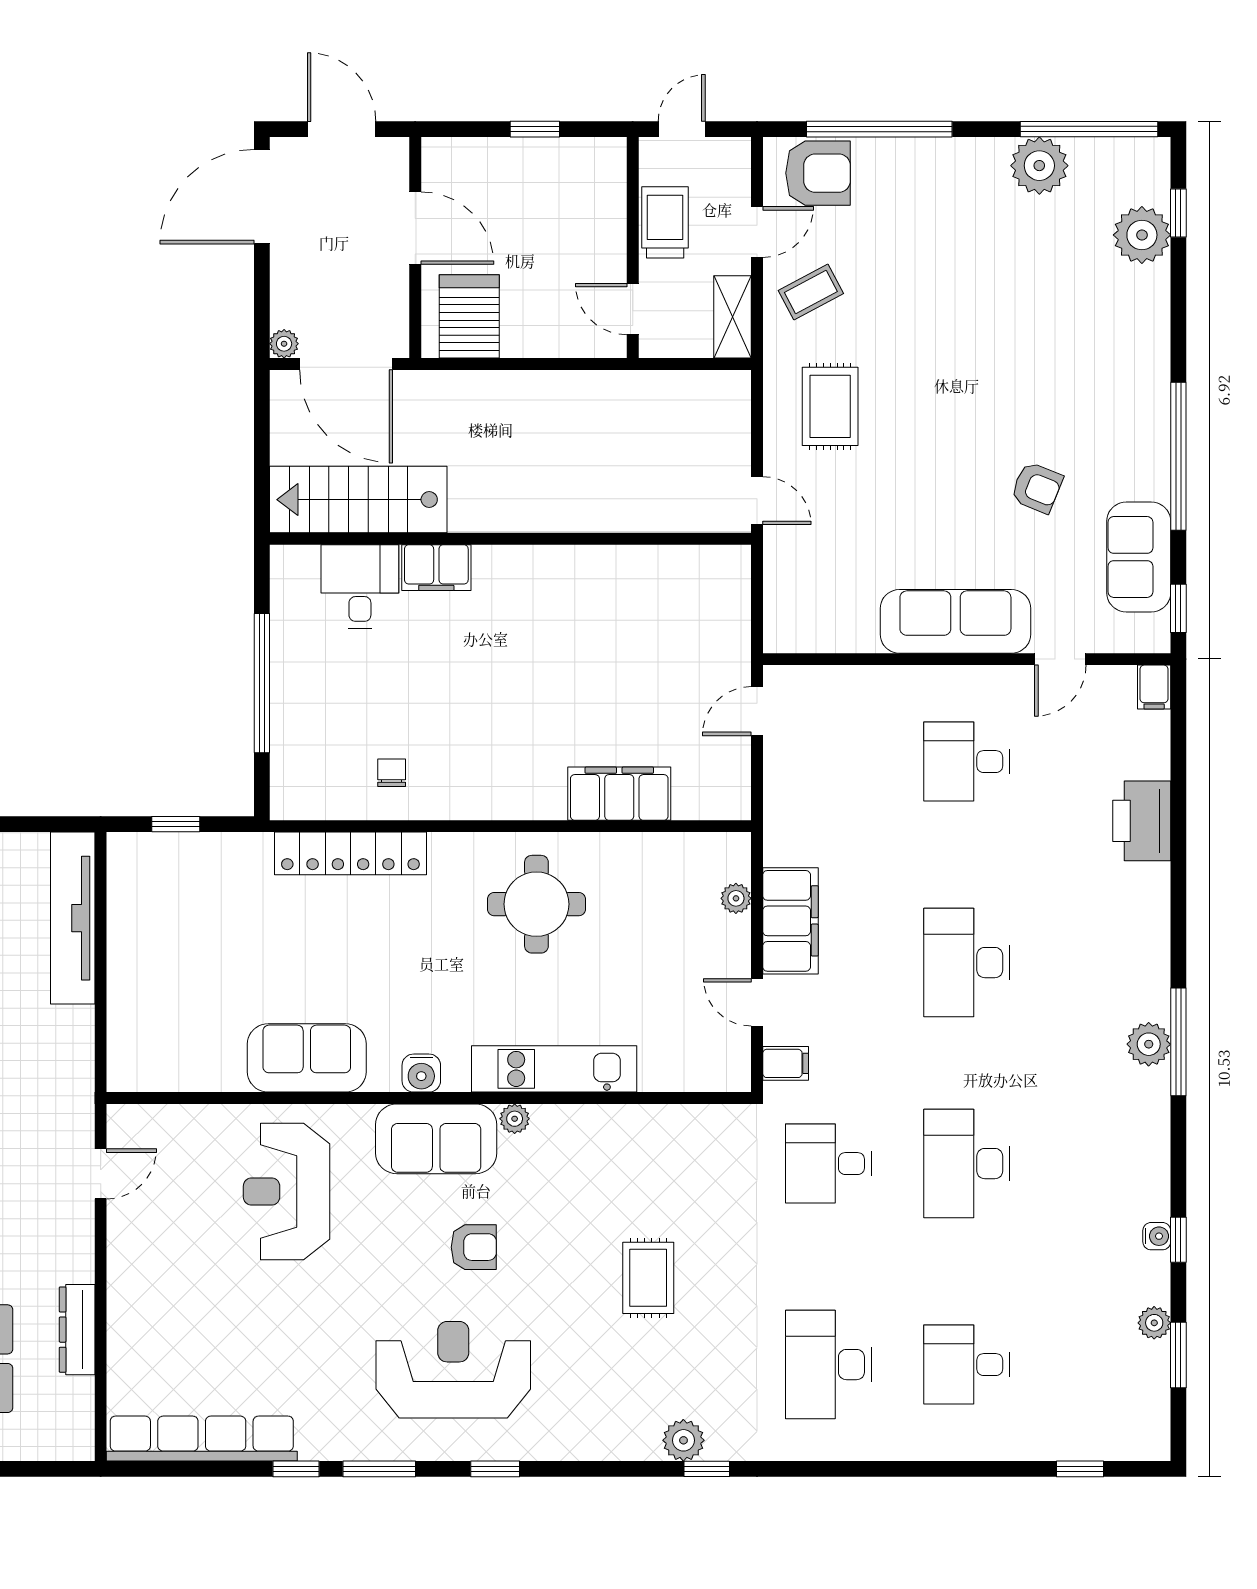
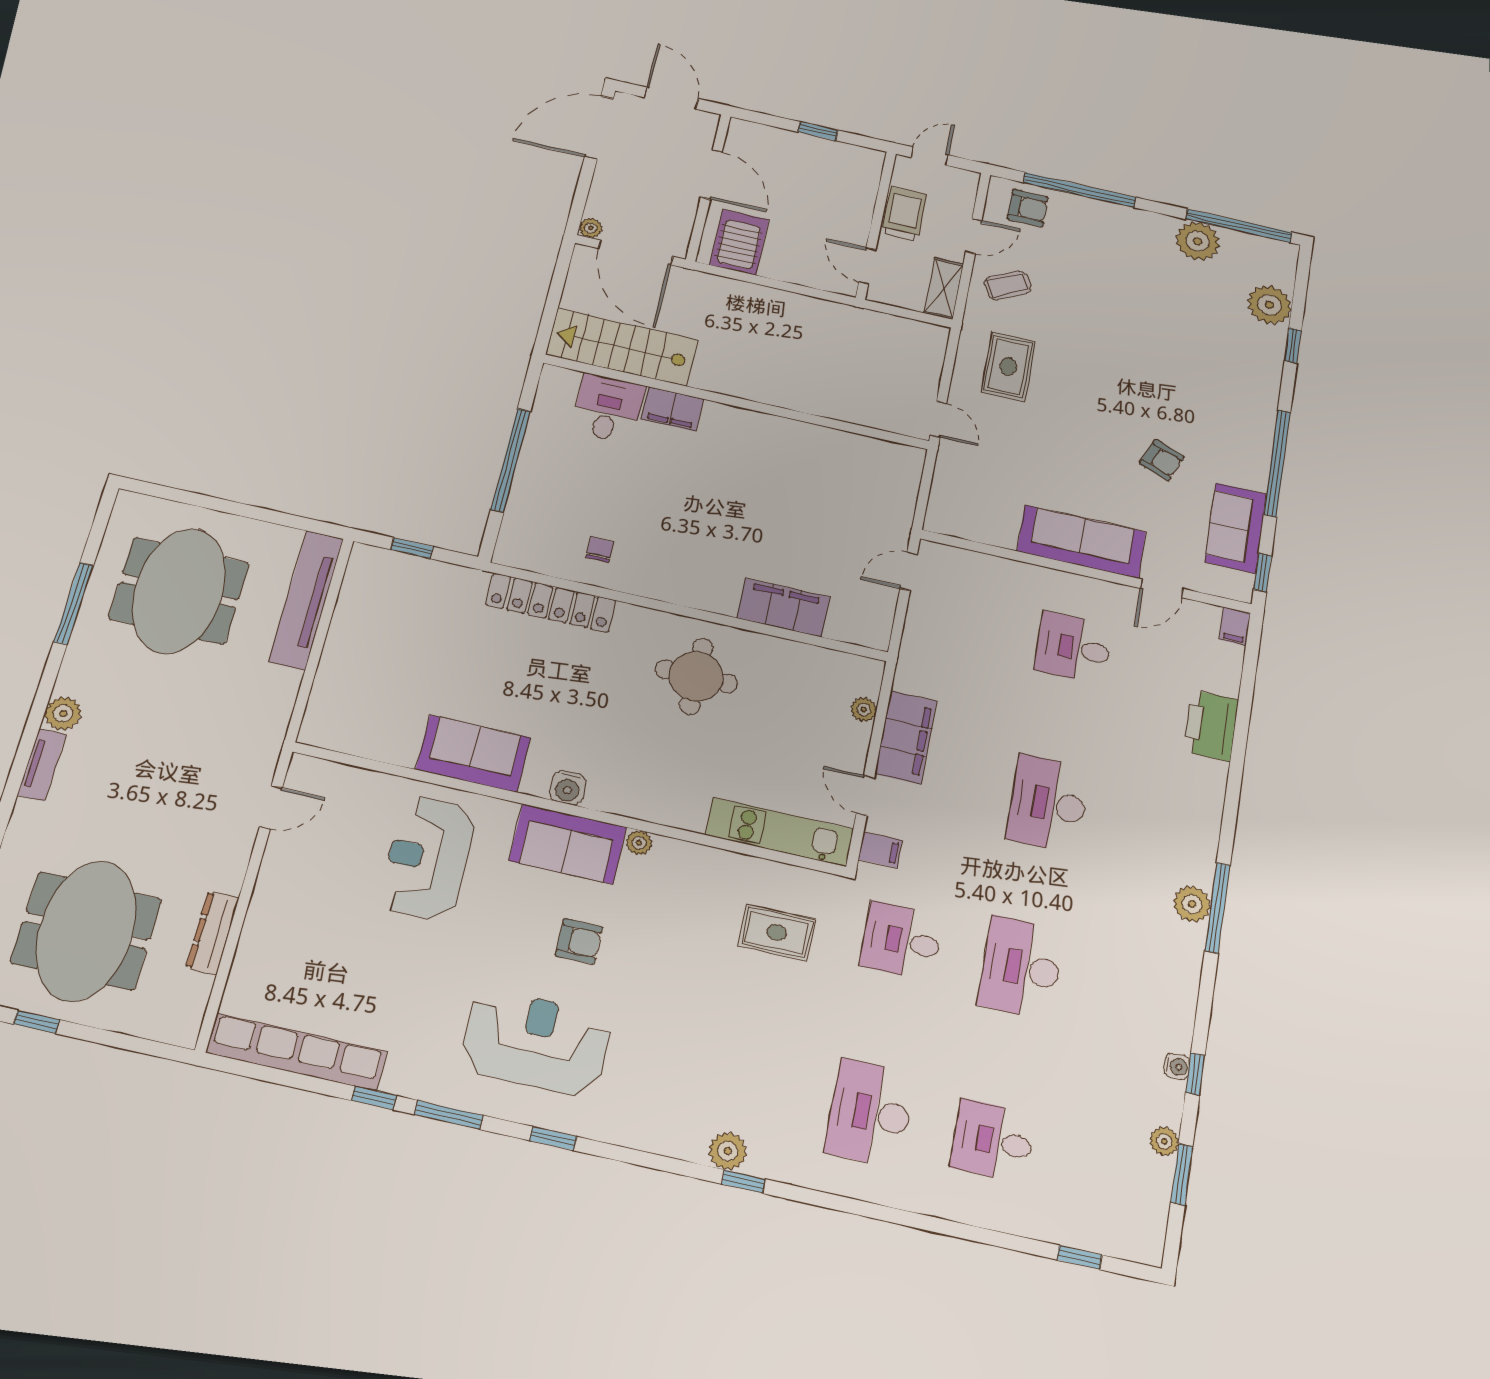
armchair: (818, 173) -> (1028, 208), width x0.72, depth x0.72
window: (1178, 213) -> (1293, 346), moved
kitchen unit: (554, 1069) -> (780, 832), moved
rug: (648, 1278) -> (777, 933), moved, turned 90

